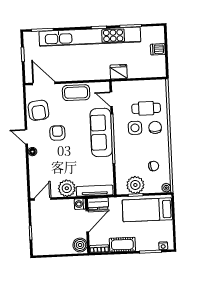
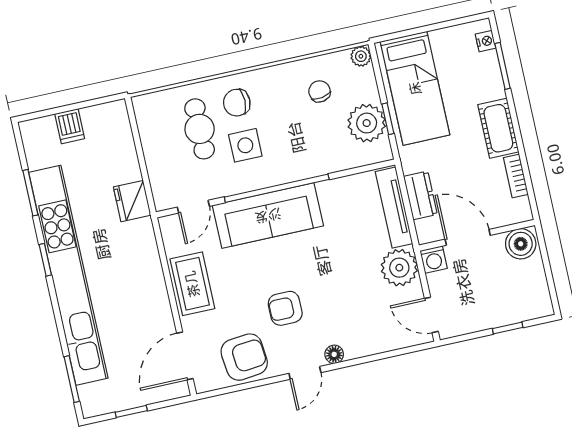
washing machine: (80, 204) -> (434, 259), moved
door: (87, 221) -> (468, 237), moved
wall: (87, 226) -> (477, 235), moved
boiler: (80, 245) -> (521, 244), moved

